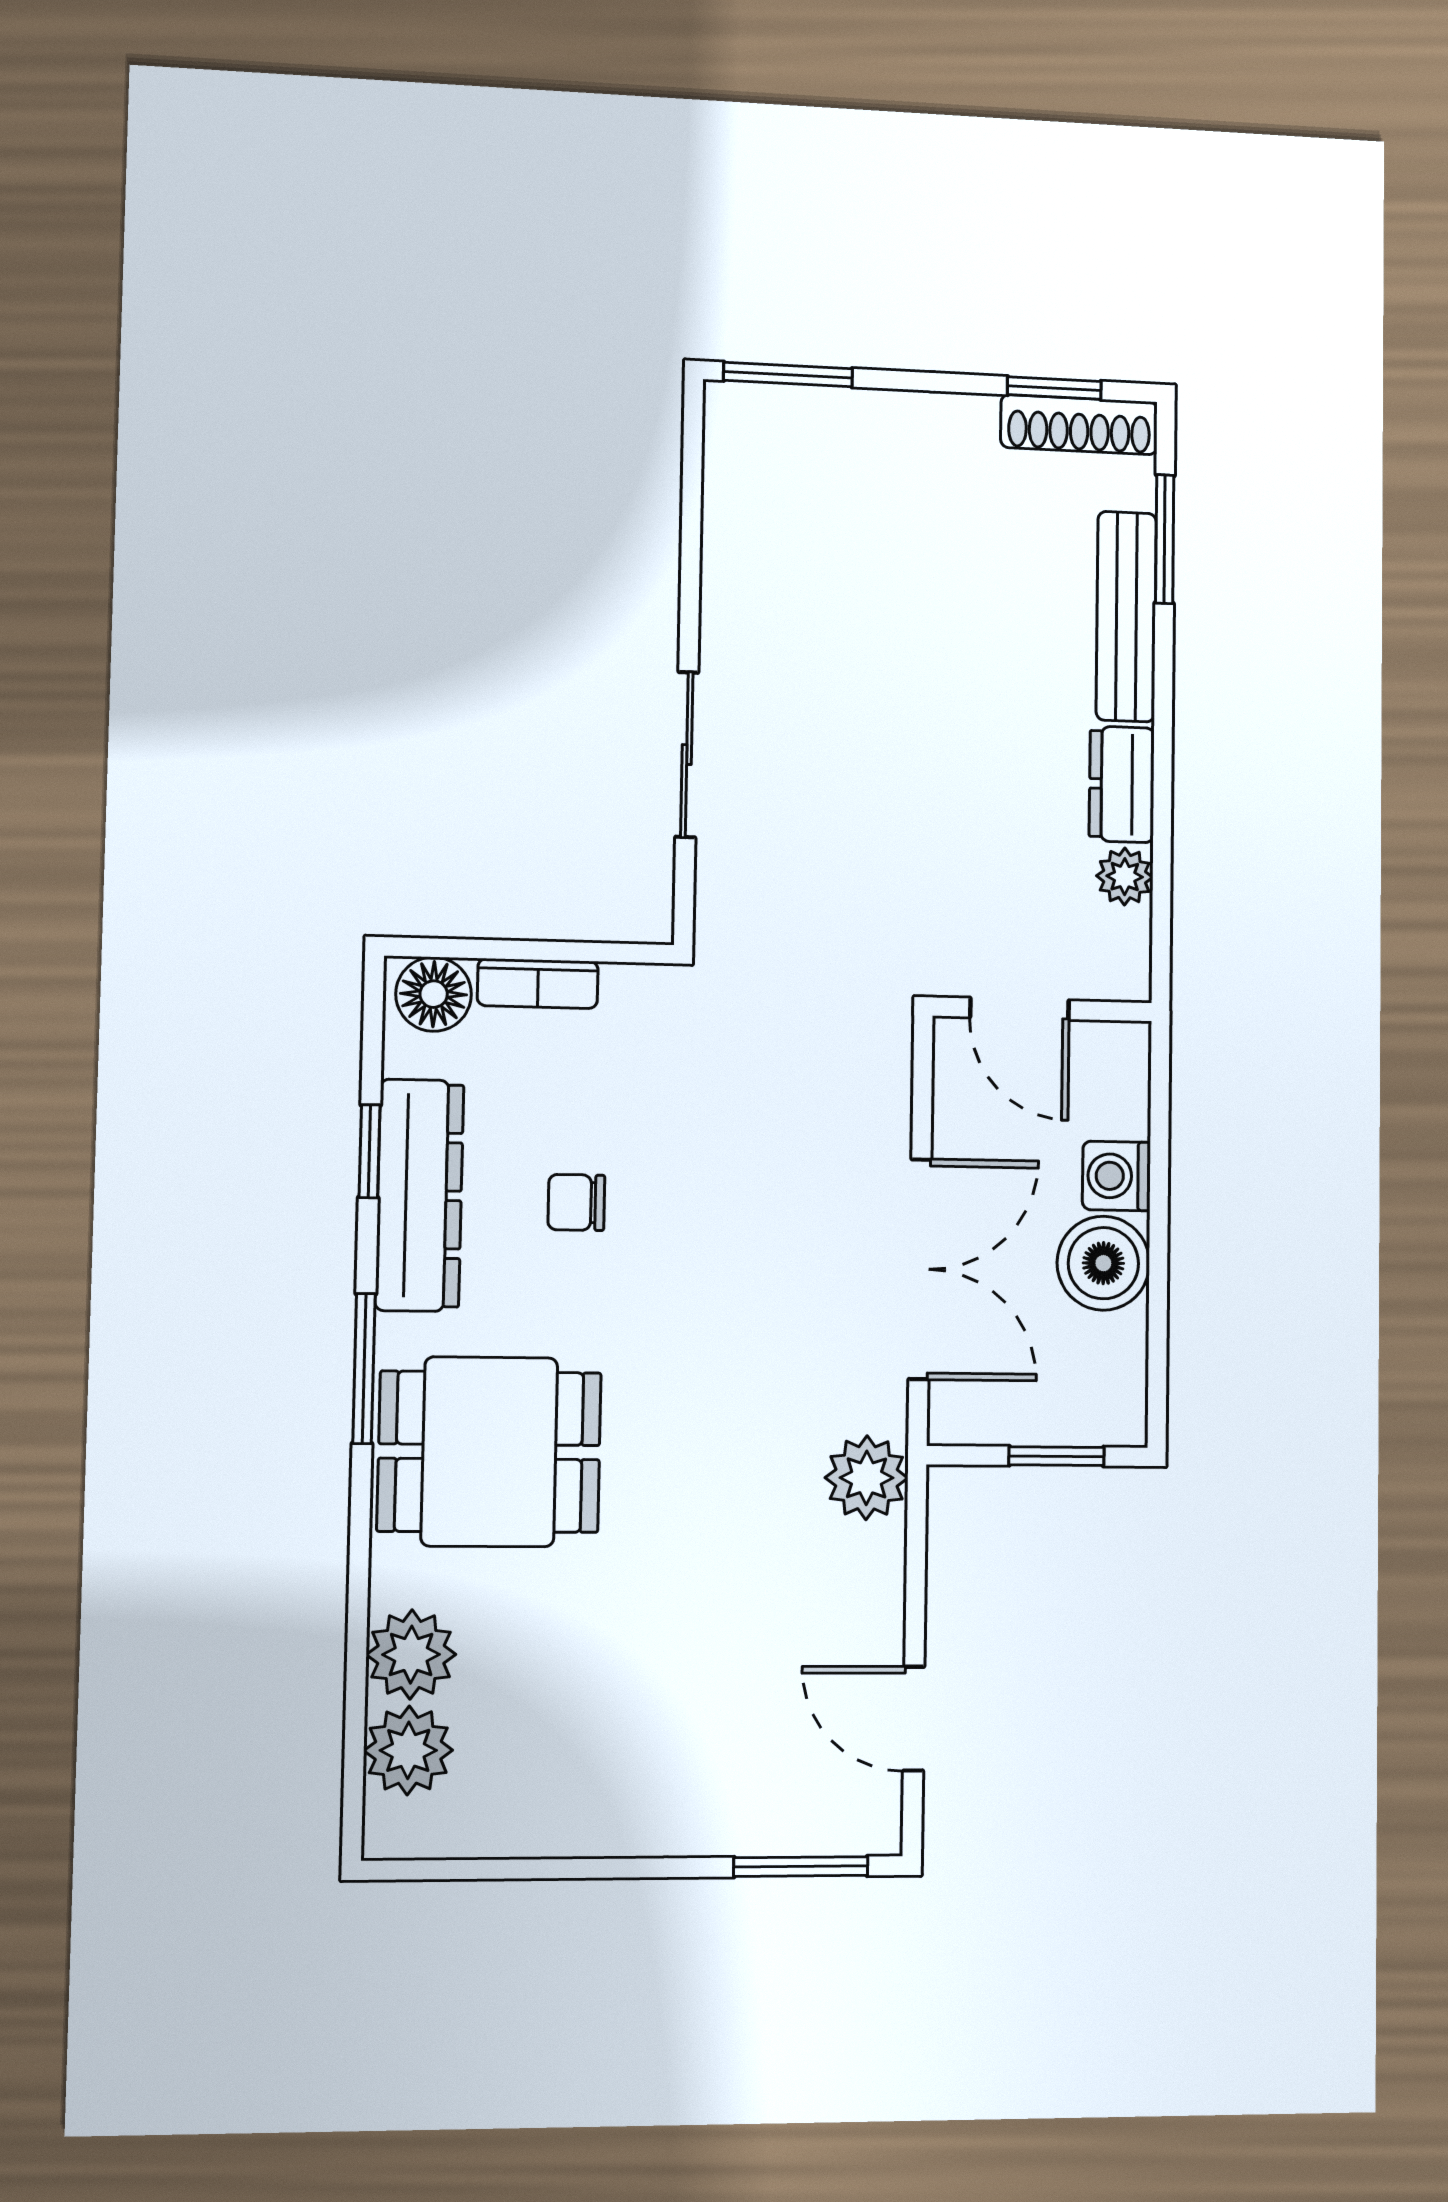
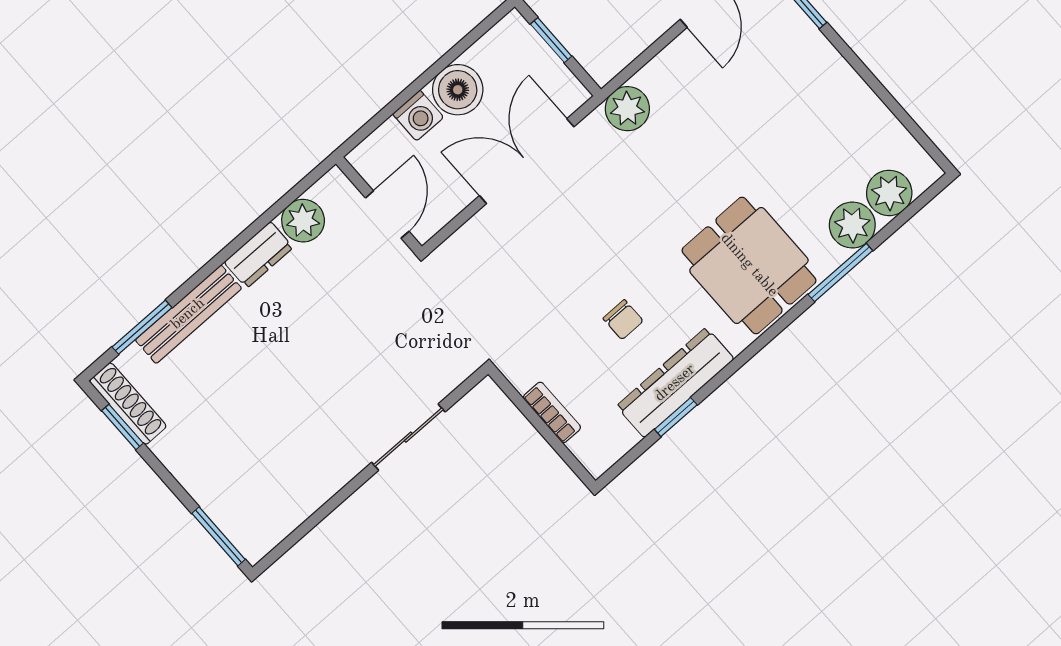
plant: (1125, 877) -> (303, 221), width x1.38, depth x1.38
floor lamp: (434, 994) -> (593, 448), removed
window: (364, 1369) -> (840, 272), moved

